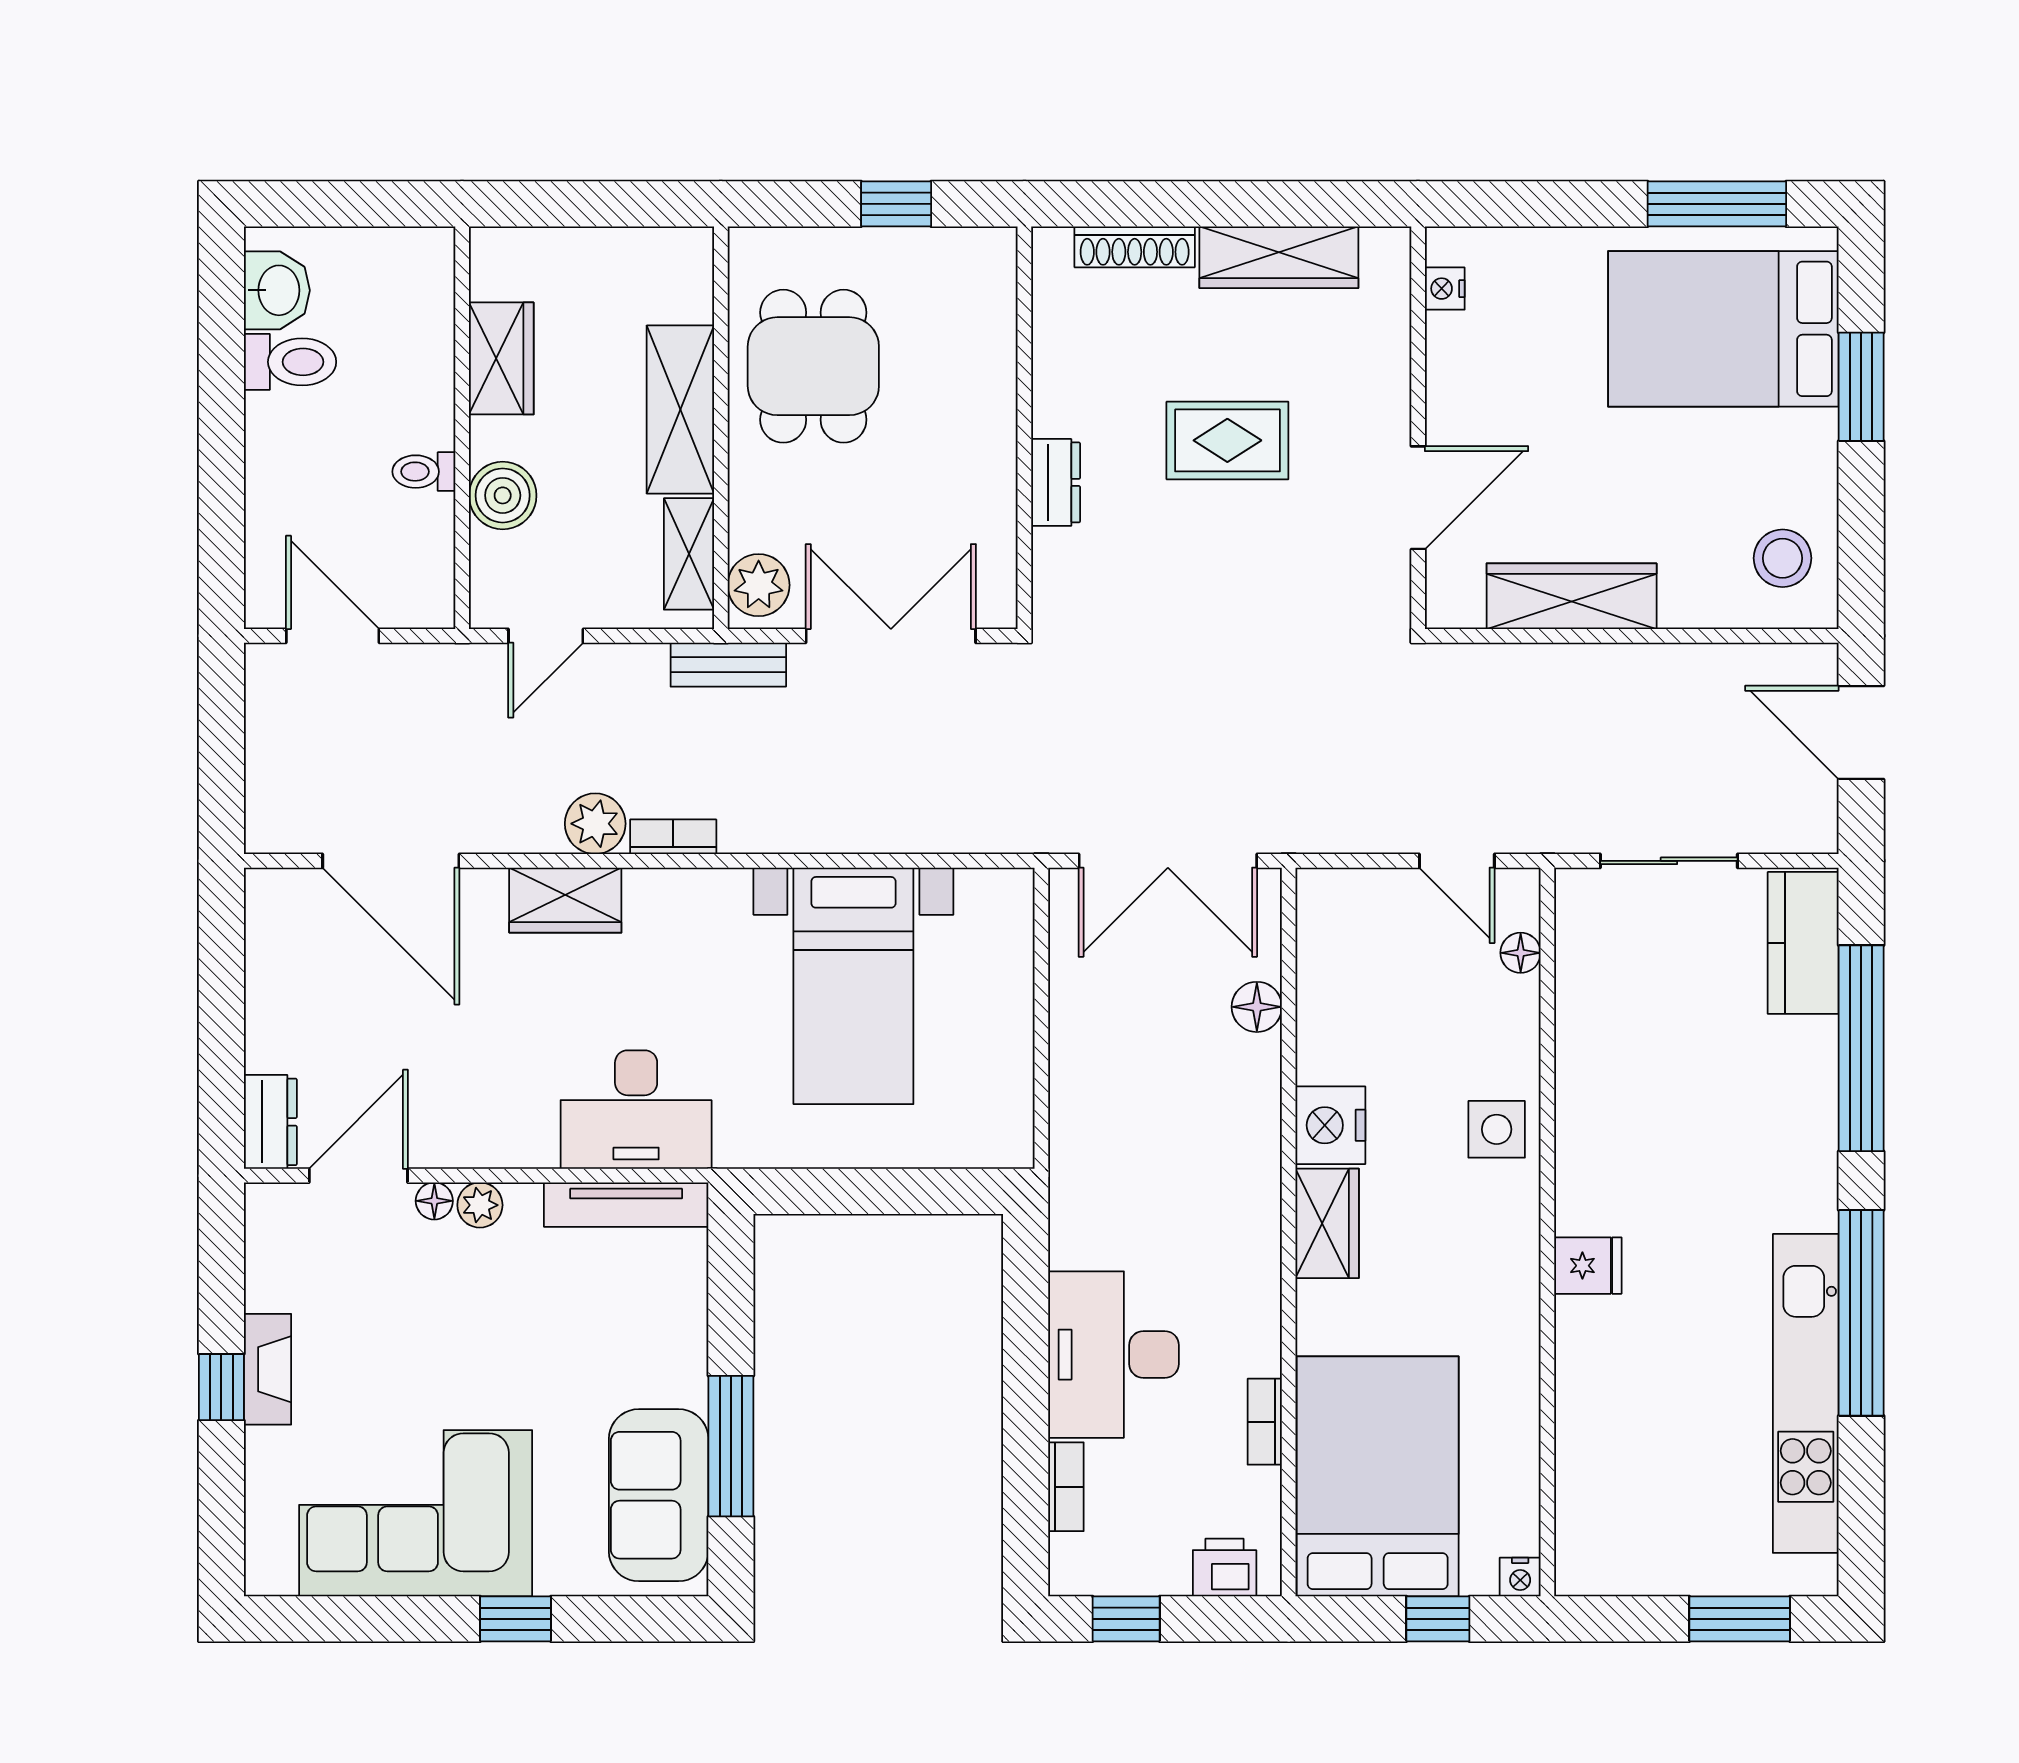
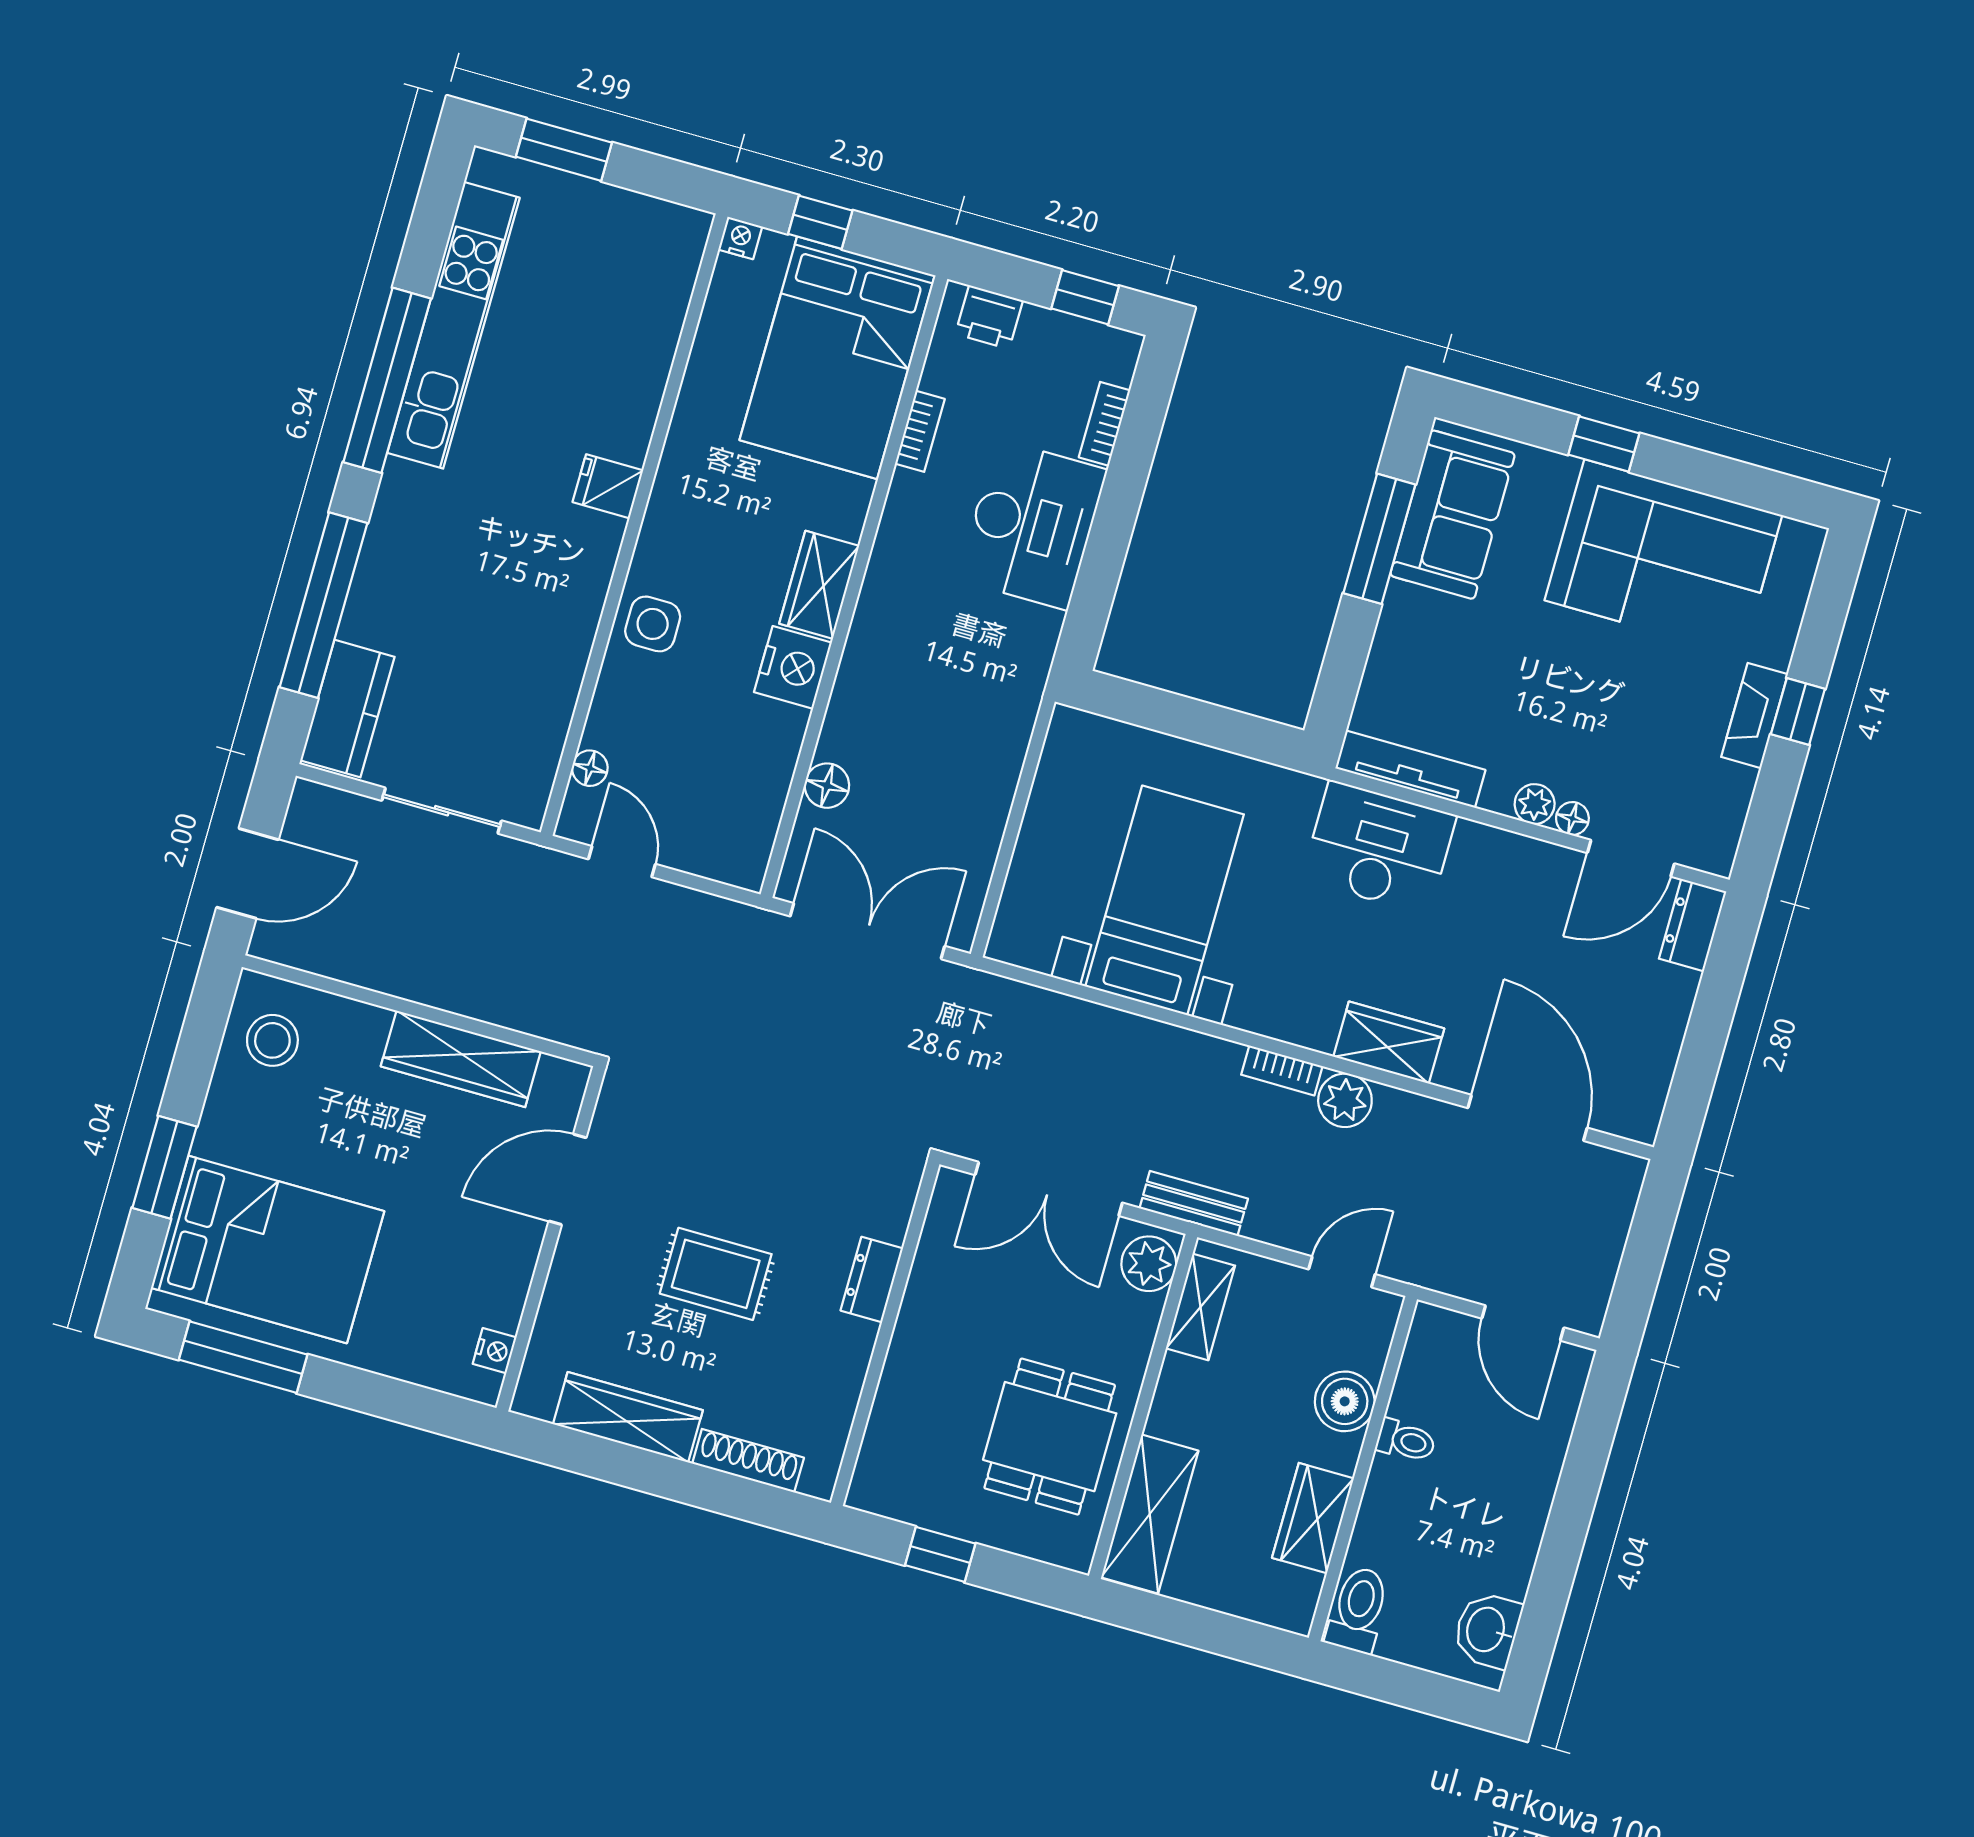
toilet: (290, 362) -> (1358, 1610), moved, turned 90
shelving: (680, 410) -> (1150, 1514), moved
door: (1861, 733) -> (248, 873), hinge flipped

